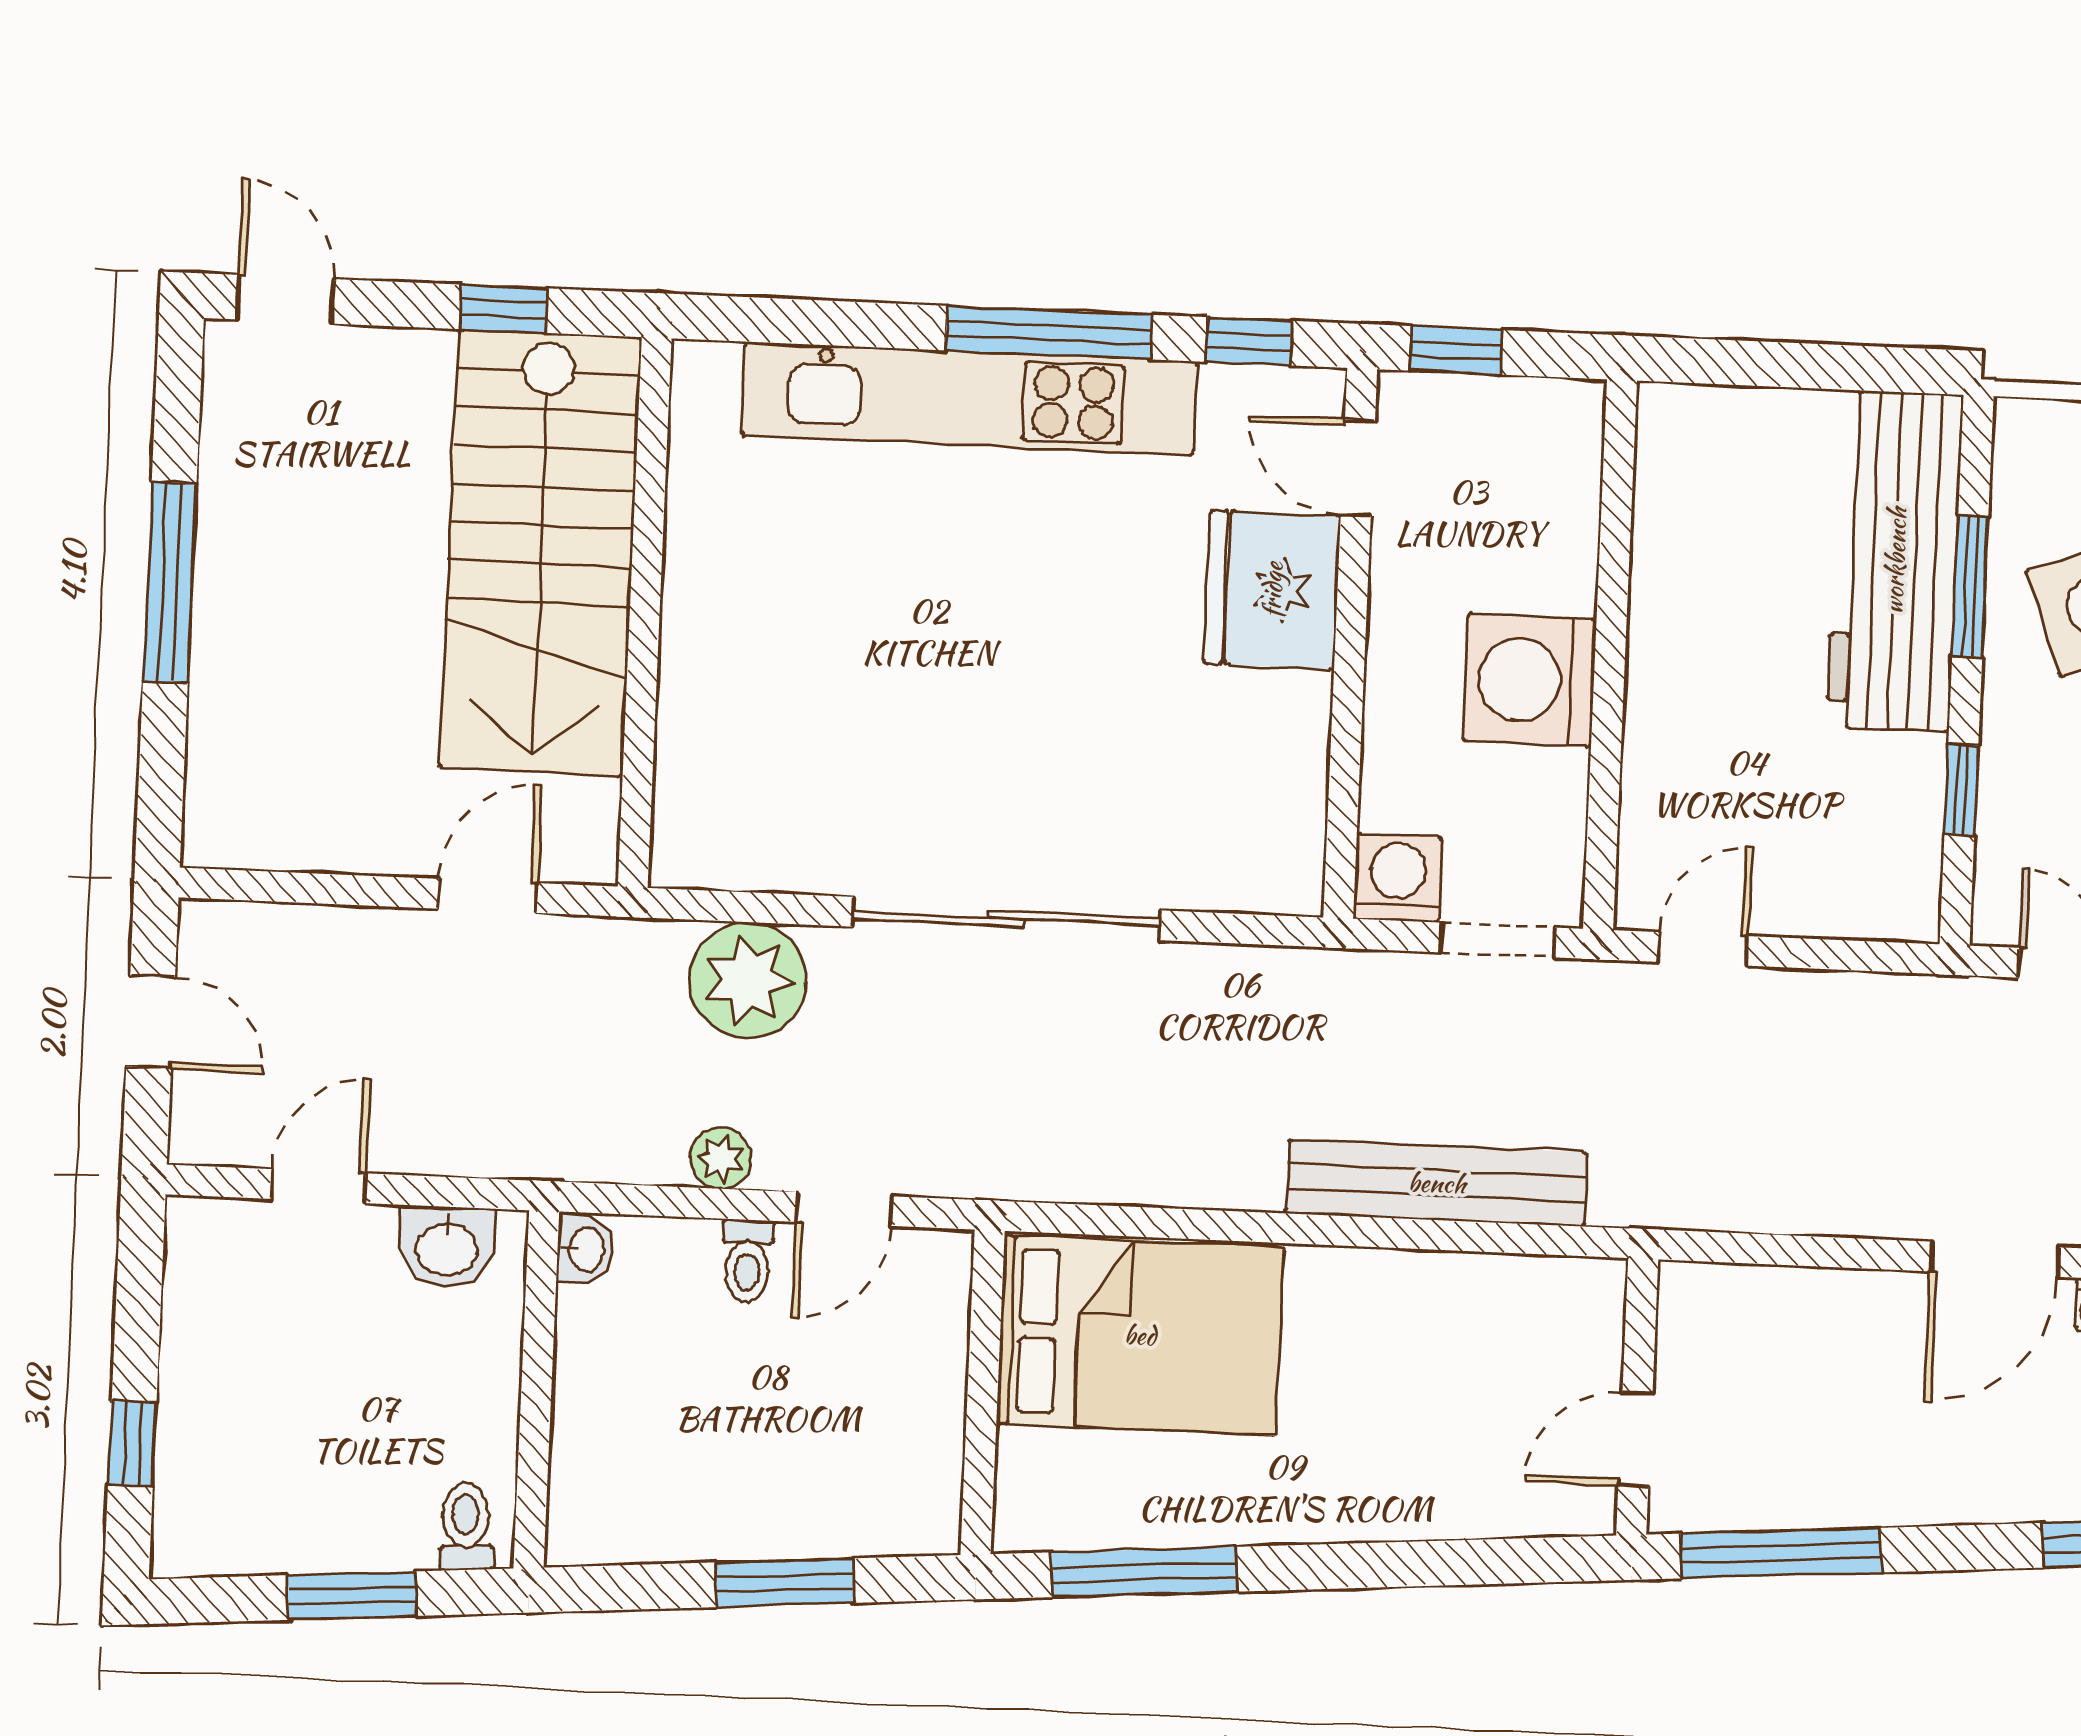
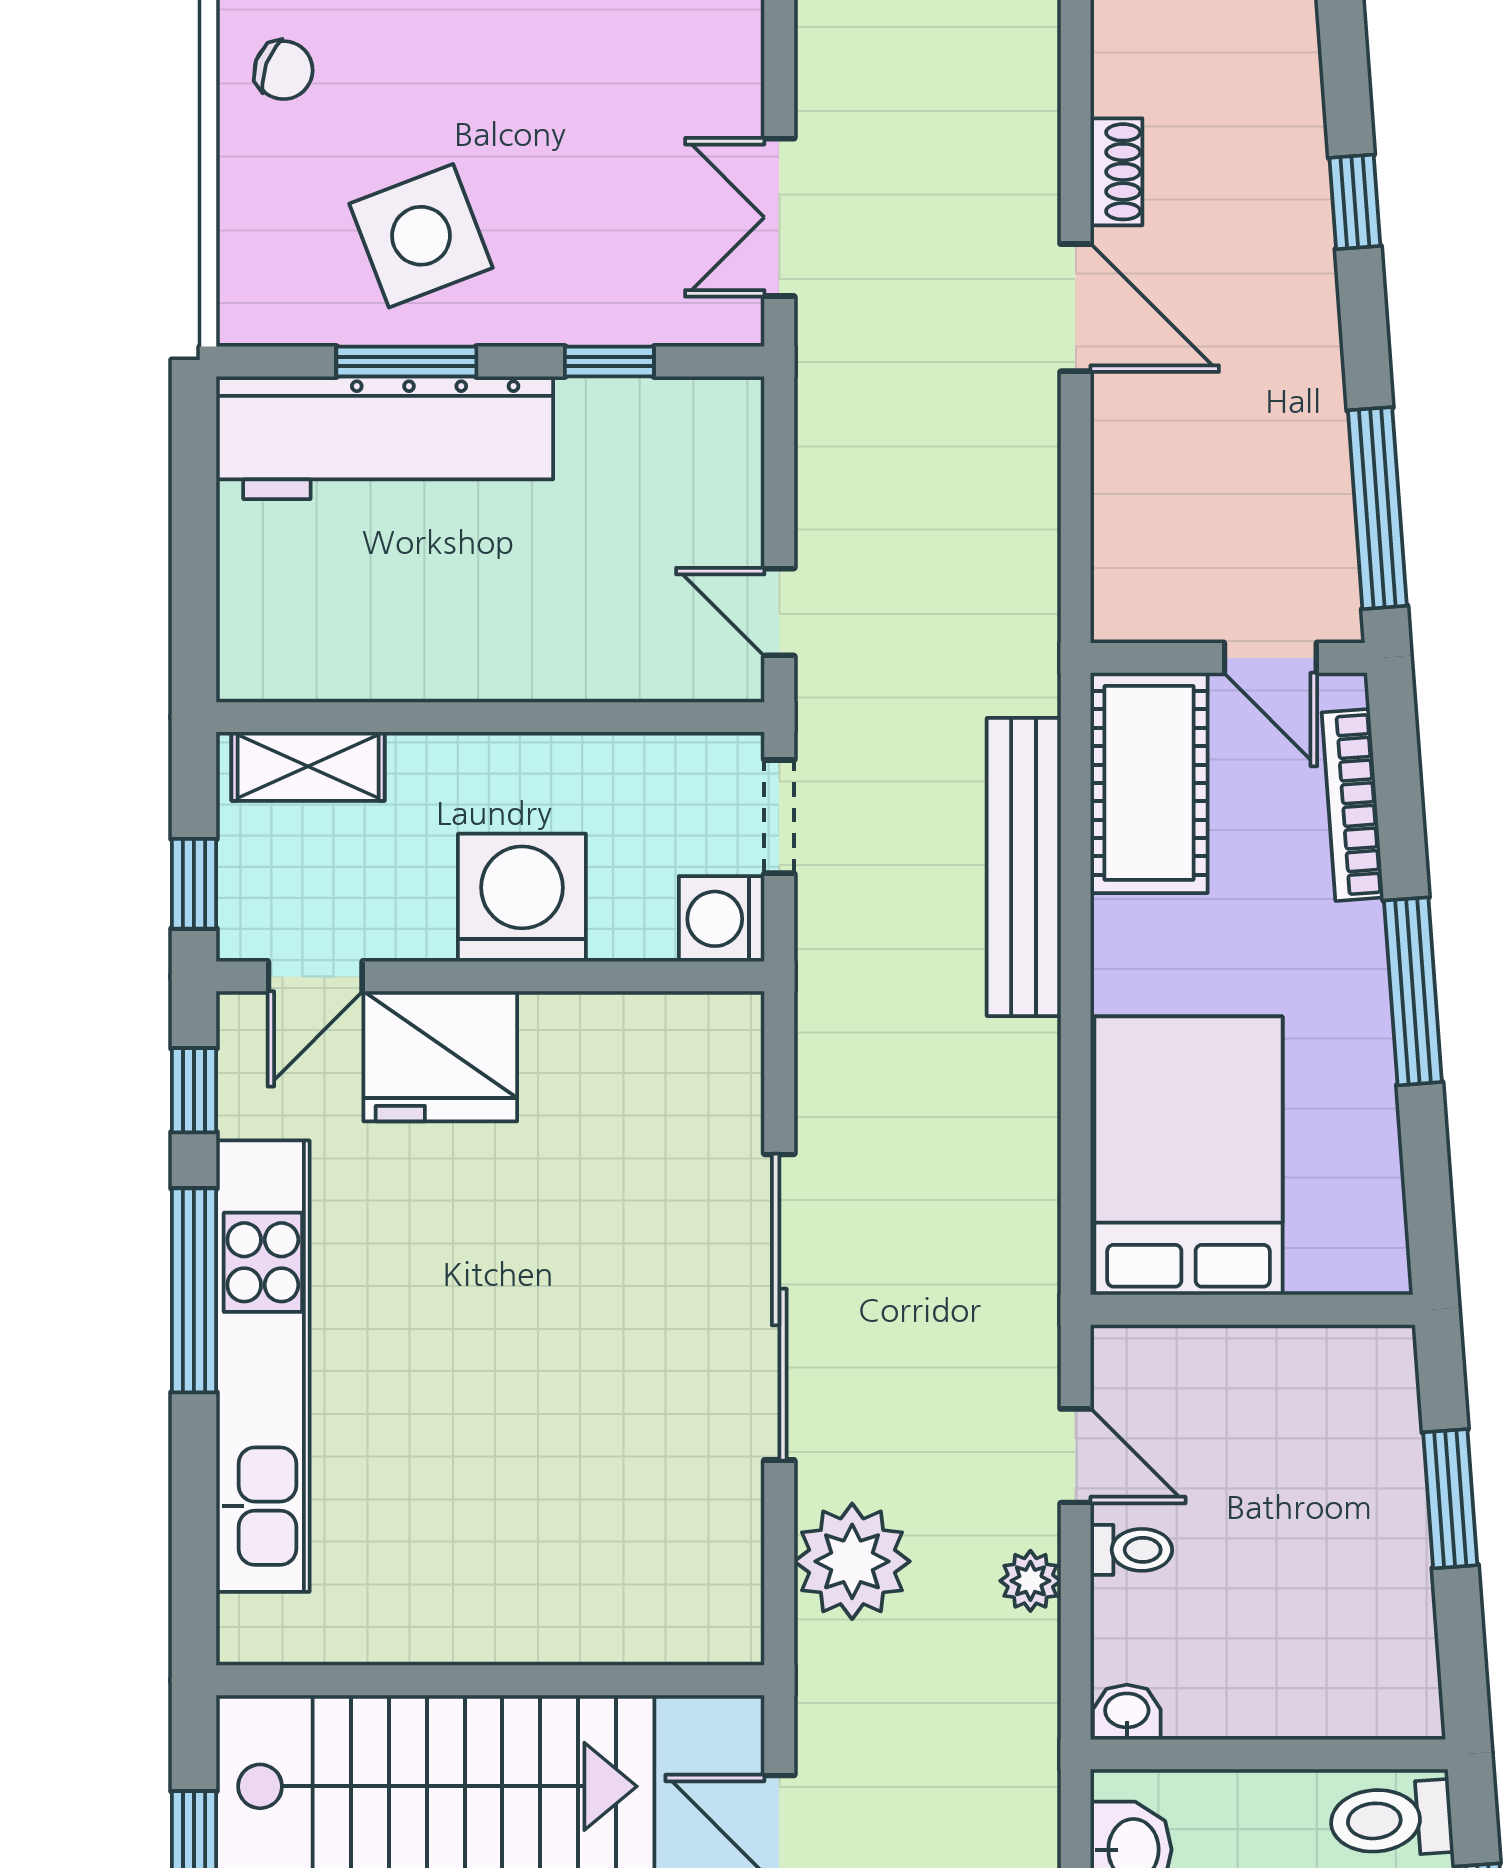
shelving: (1569, 470) -> (308, 766), added
washing machine: (1530, 680) -> (522, 898), moved, turned 180
cot: (1515, 1312) -> (1149, 783), added
bookcase: (1484, 1515) -> (1353, 805), added
toilet: (466, 1526) -> (1391, 1820), width x1.37, depth x1.39
window: (1144, 1572) -> (1413, 991), moved

